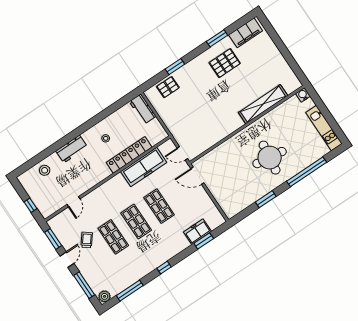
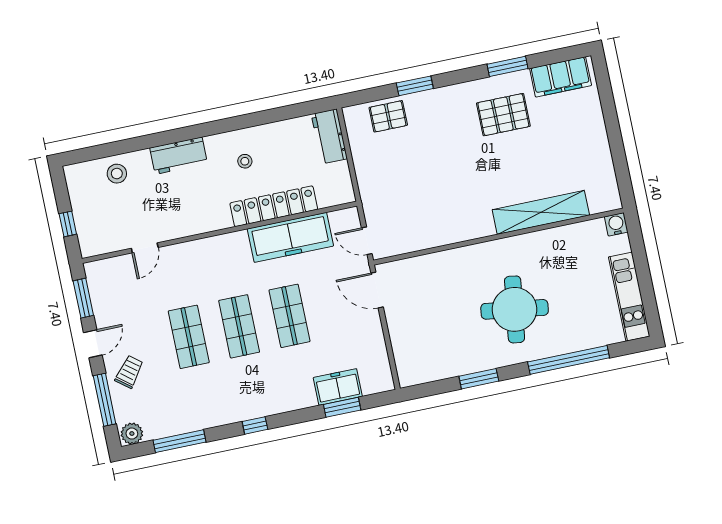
trolley: (87, 240) -> (129, 372), moved

